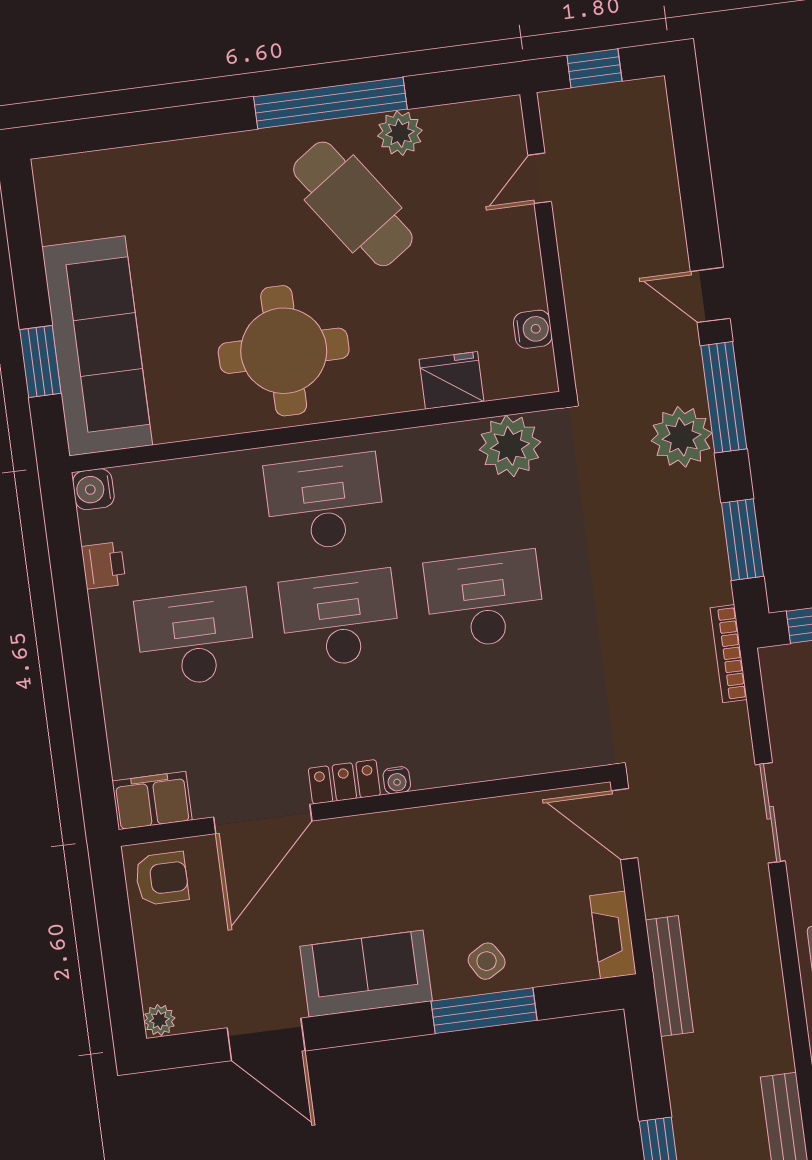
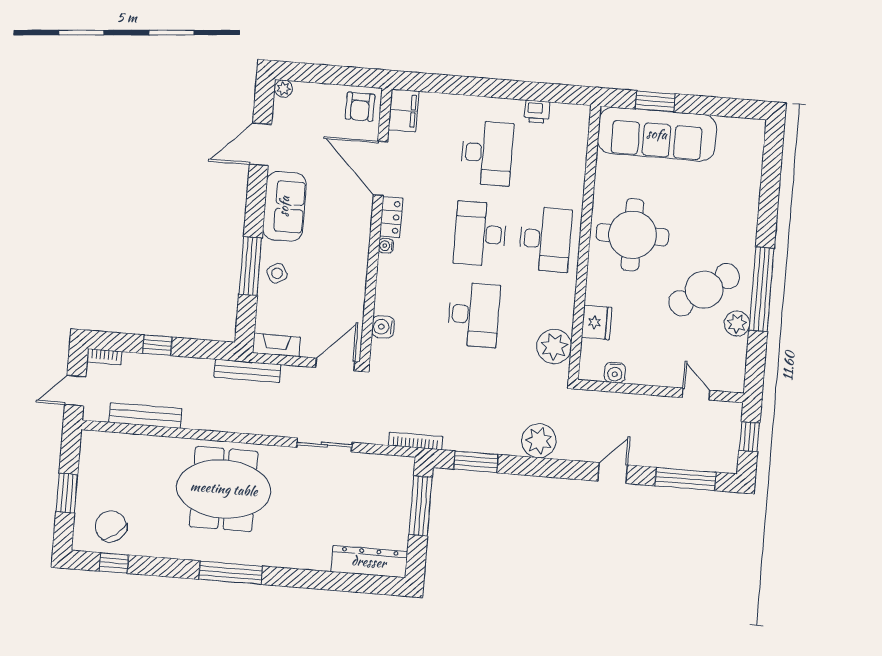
window: (724, 397) -> (685, 479), moved
water cooler: (93, 489) -> (383, 327), moved, turned -90
desk: (340, 619) -> (480, 234), turned 180

